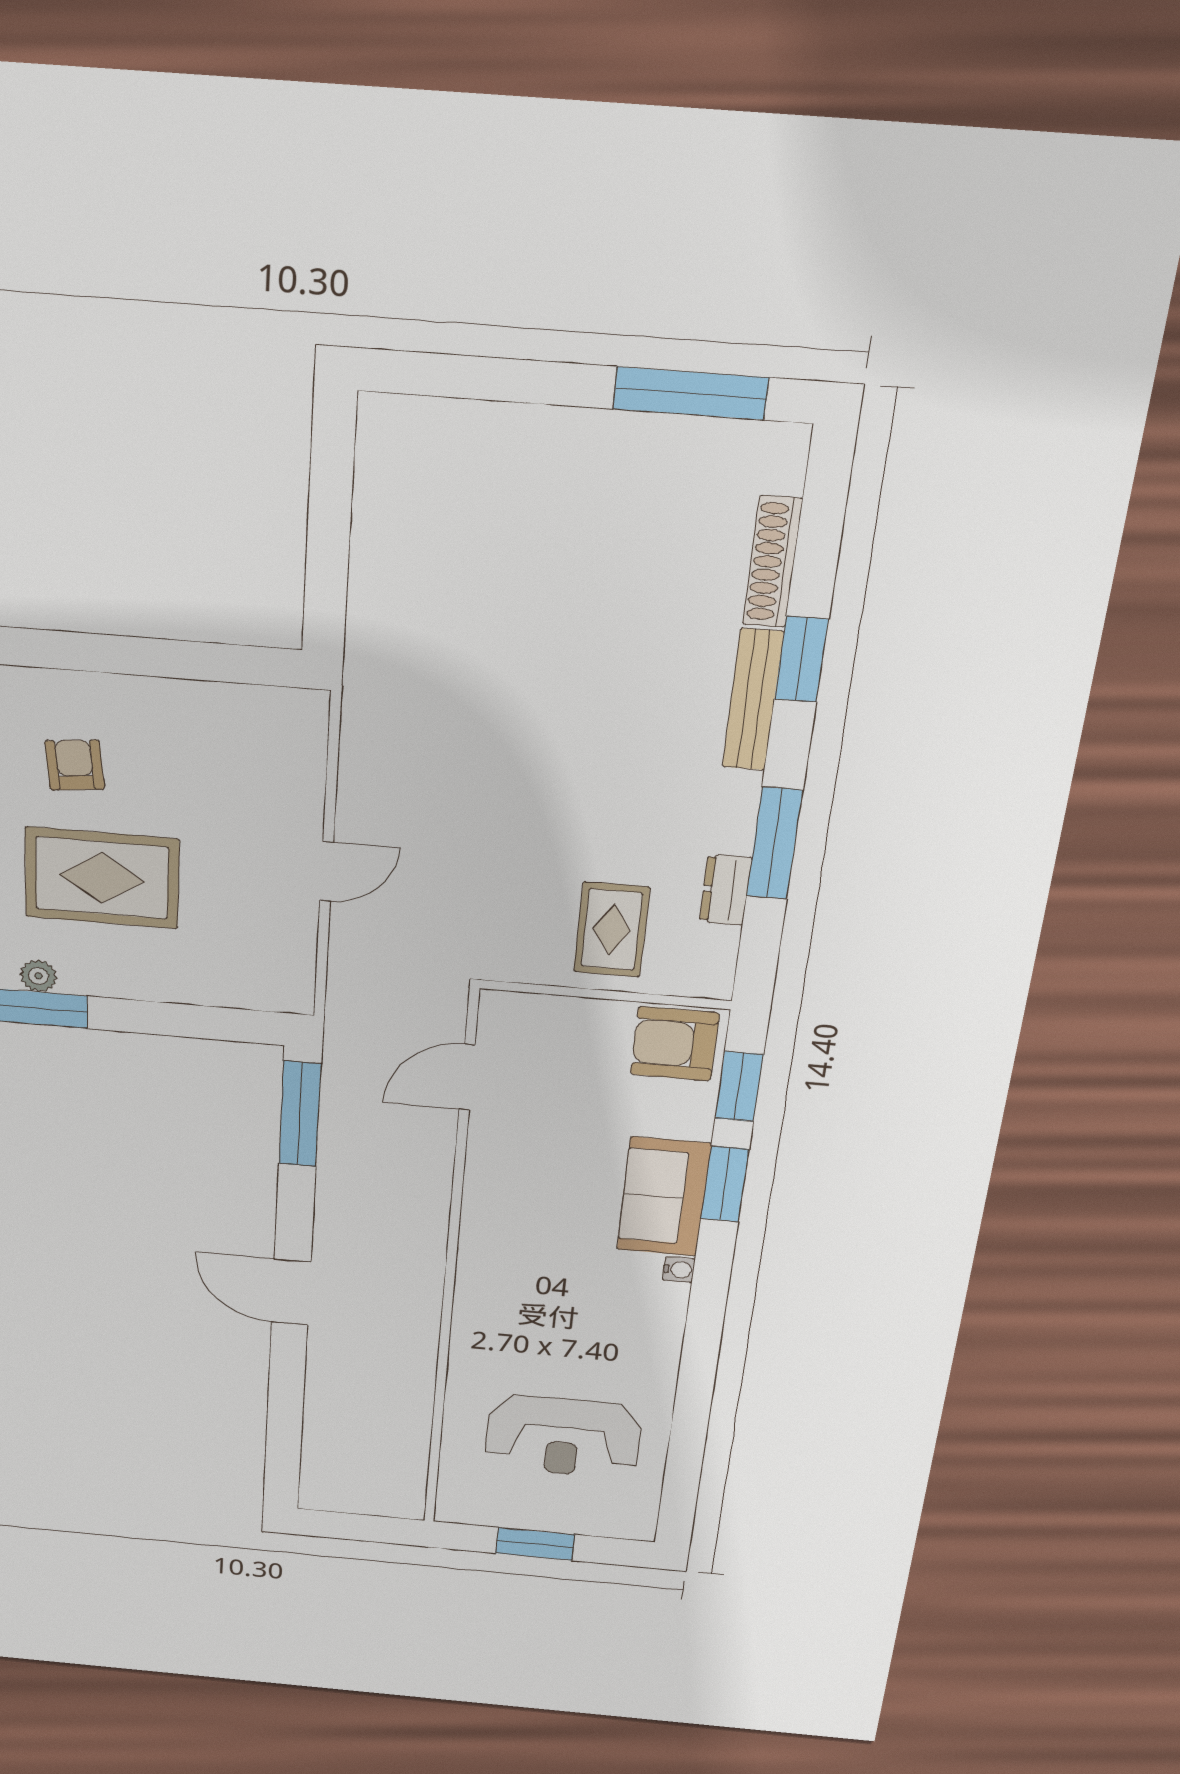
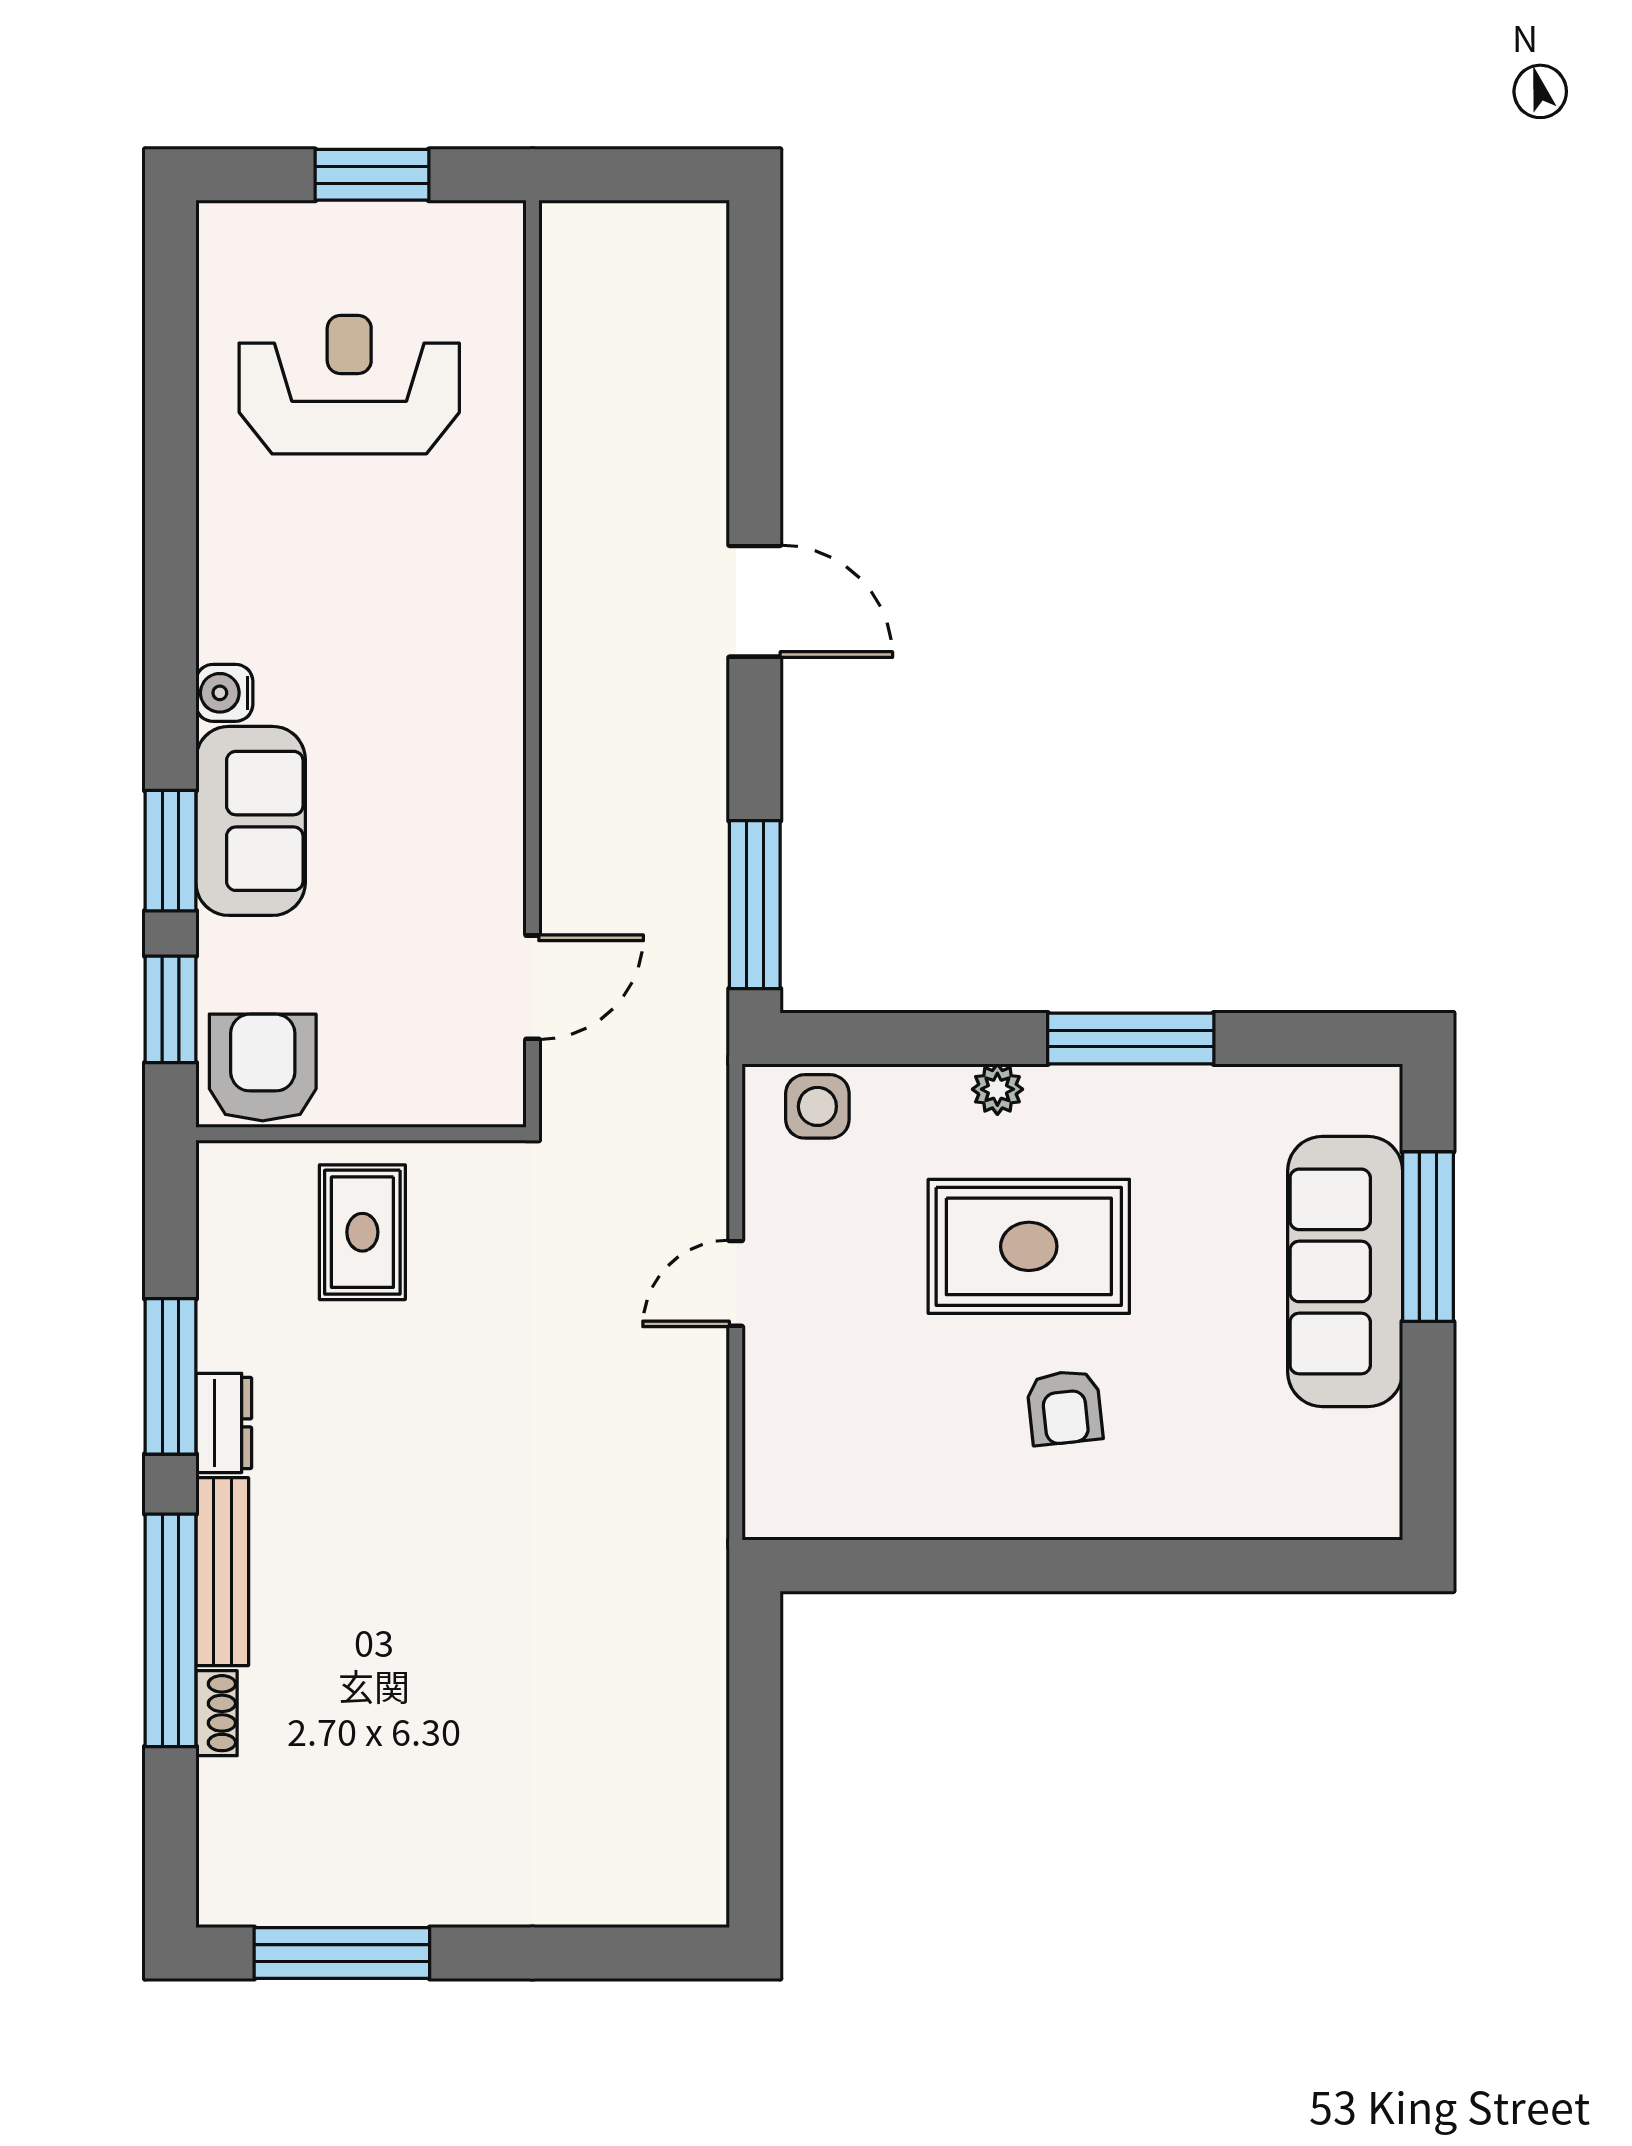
shoe rack: (772, 562) -> (217, 1713), width x0.51, depth x0.81
window: (801, 659) -> (171, 1630), width x2.11
dresser: (726, 890) -> (224, 1423), moved
plant: (39, 976) -> (997, 1089), moved
side table: (259, 983) -> (817, 1106), added
armchair: (675, 1044) -> (263, 1068), turned -90
water cooler: (679, 1270) -> (224, 693), width x1.38, depth x1.38

